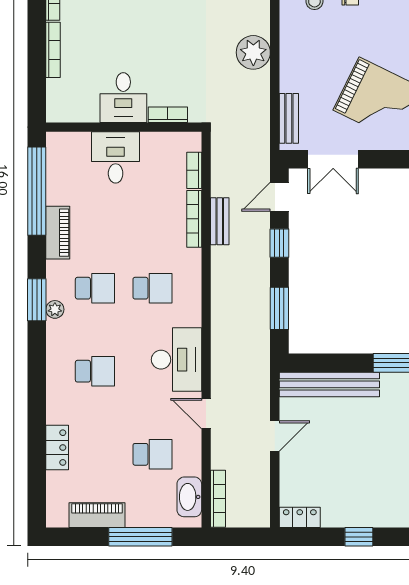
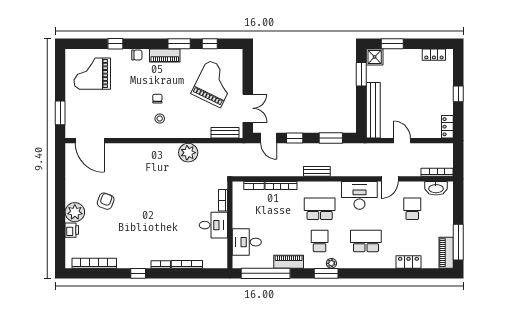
desk: (116, 157) -> (247, 242), moved
bench: (220, 221) -> (317, 171), moved
school desk: (153, 288) -> (320, 209), width x1.85
school desk: (95, 371) -> (366, 241), width x1.85
piano: (97, 515) -> (446, 253), moved
window: (140, 537) -> (458, 242), moved

